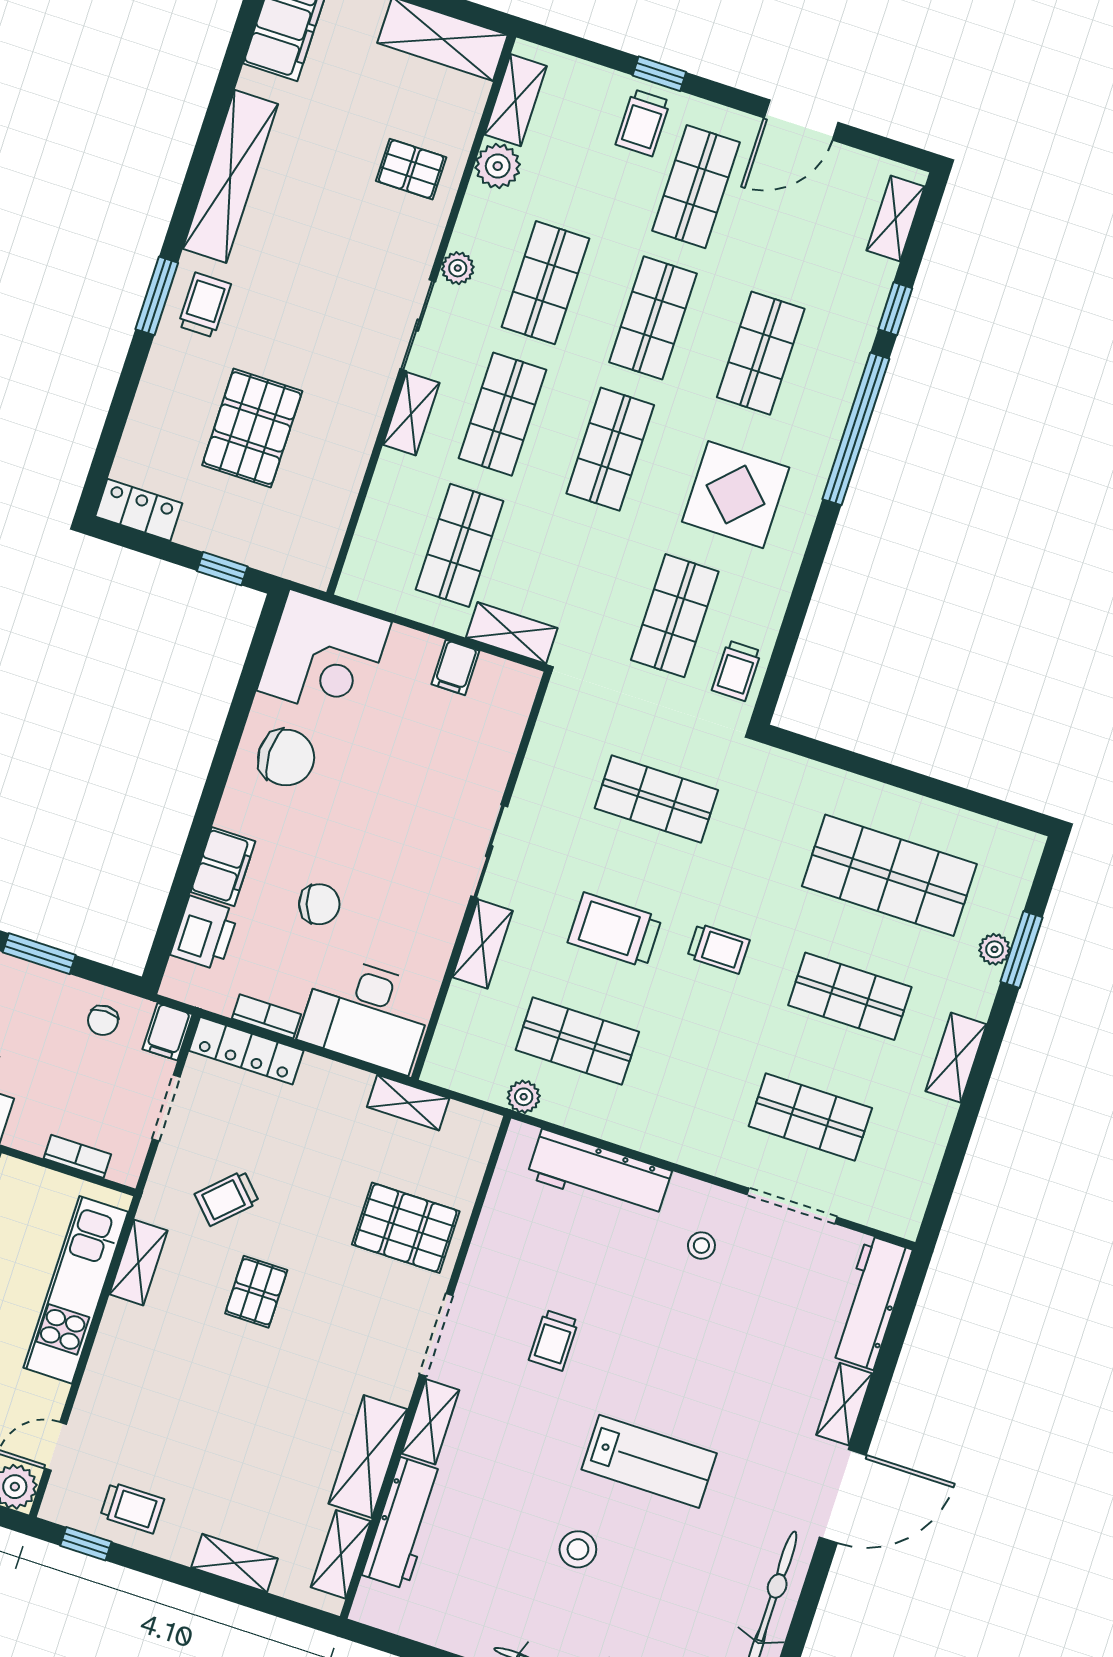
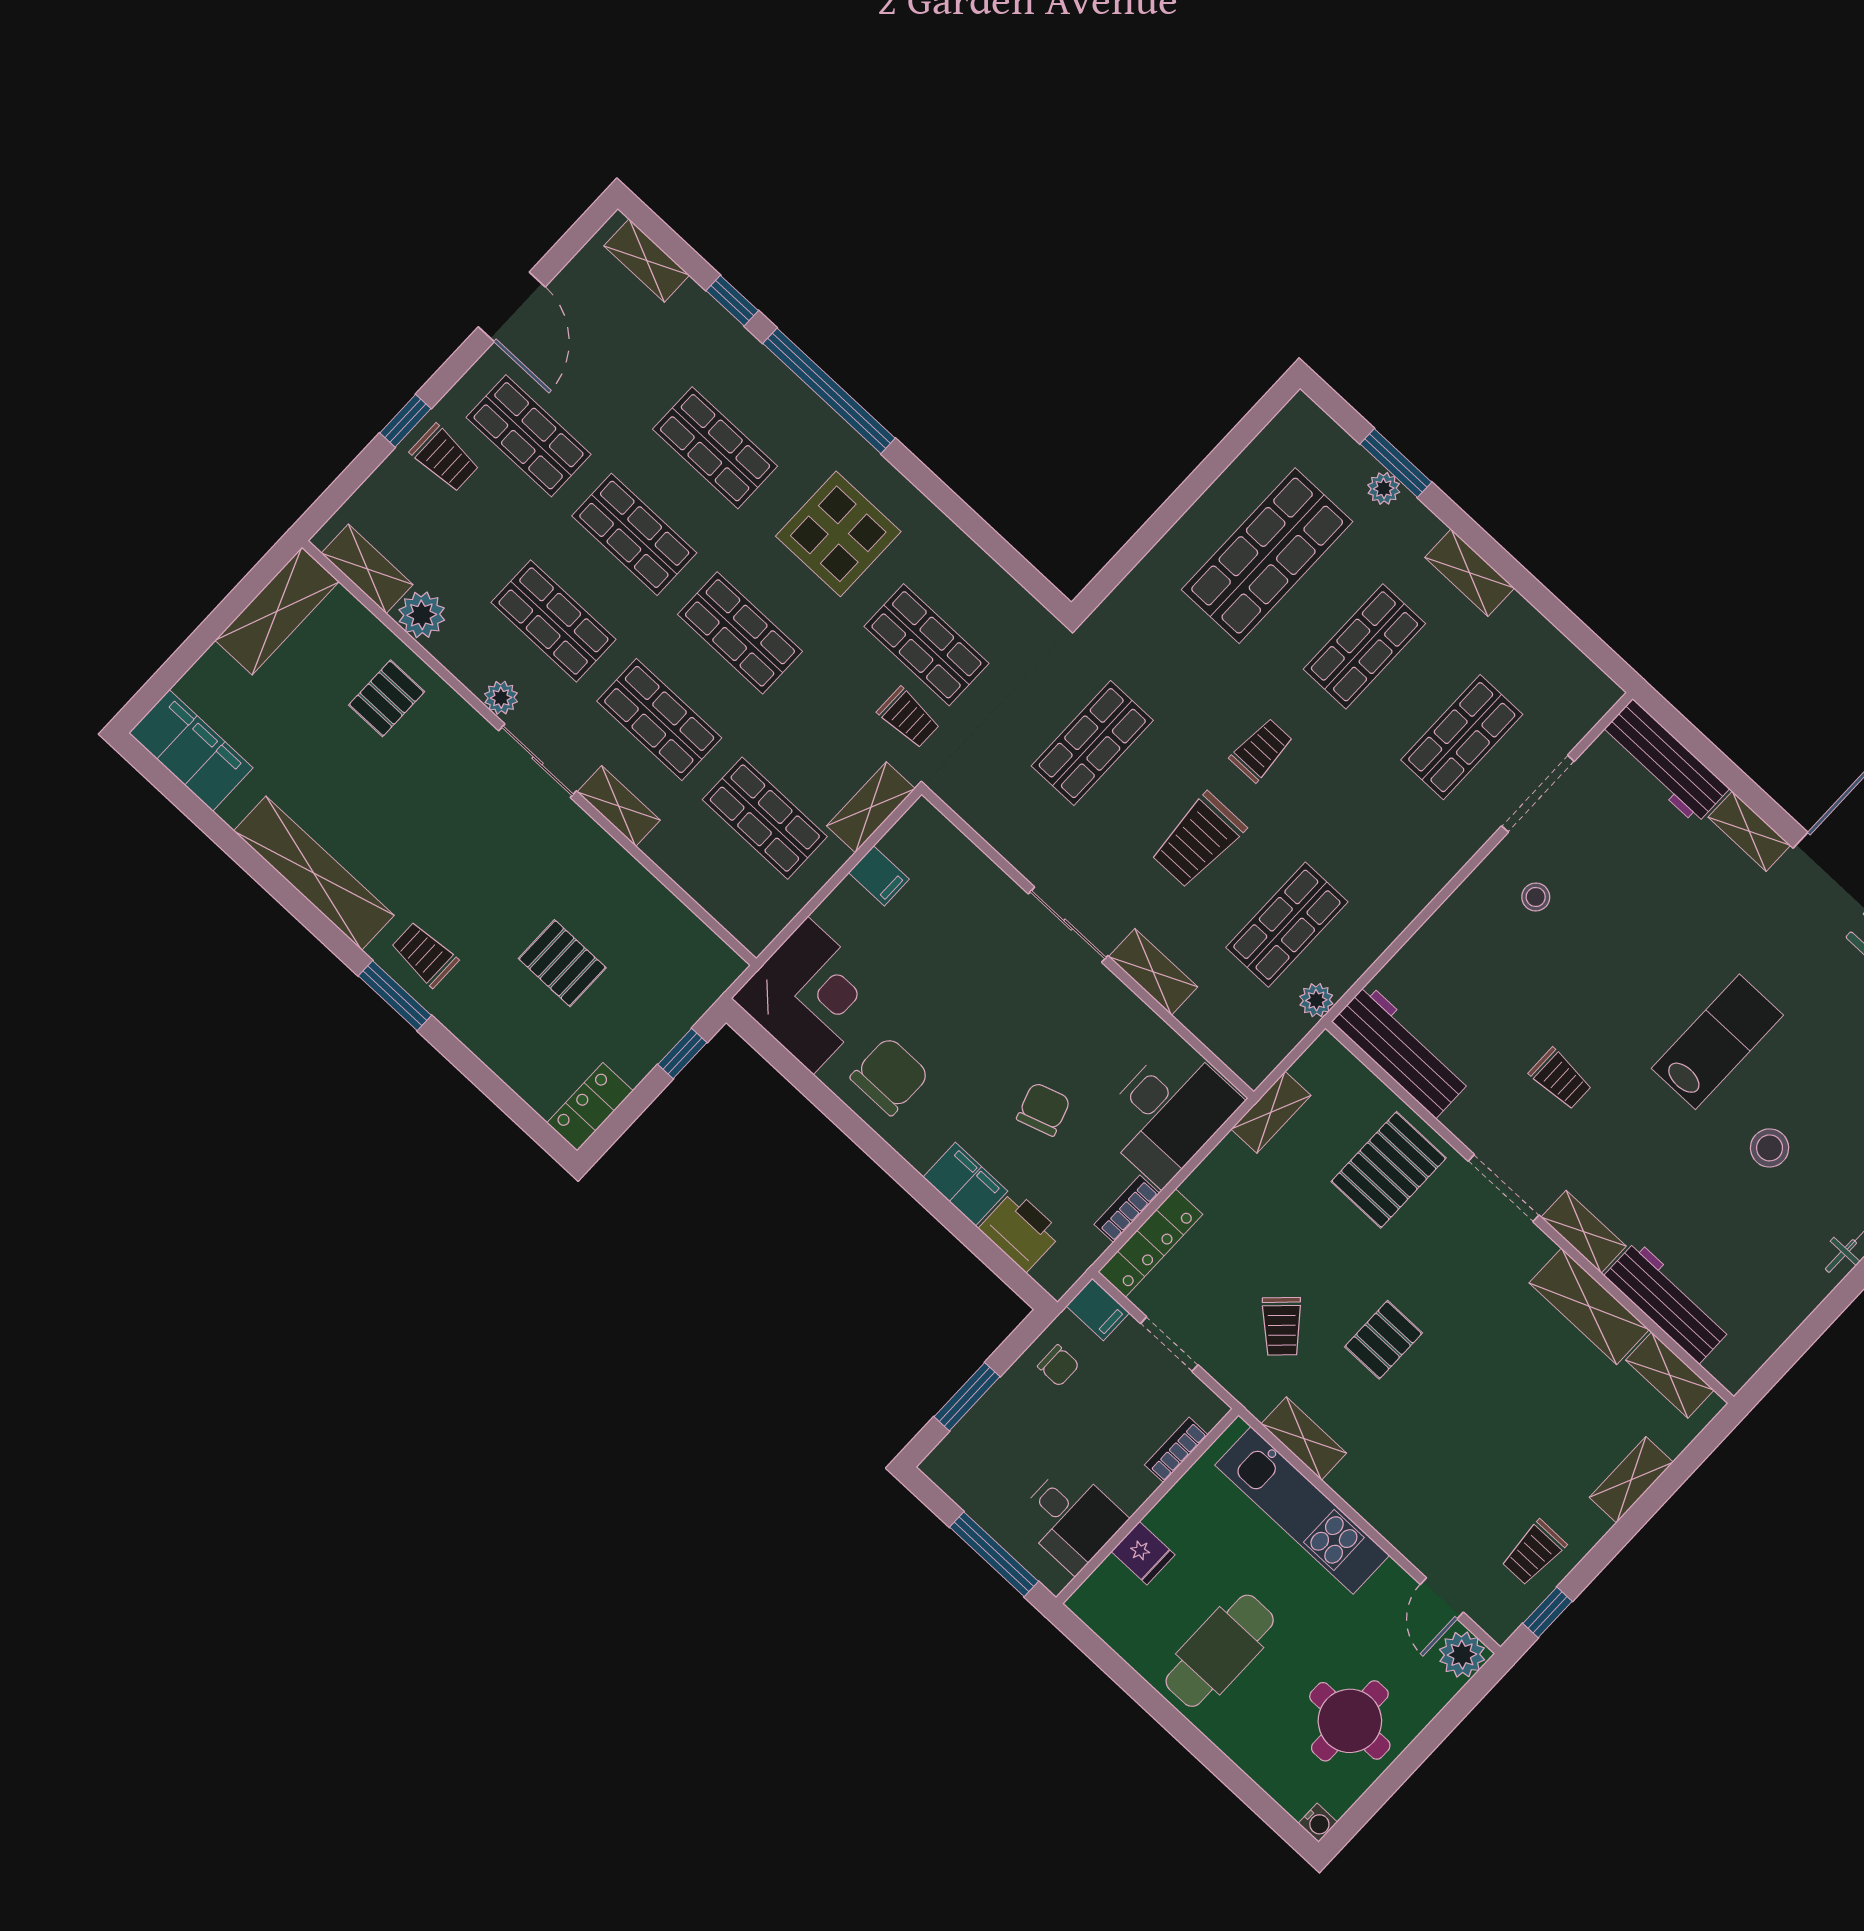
pallet: (252, 428) -> (562, 963), width x0.67, depth x0.71
trolley: (737, 671) -> (909, 718), moved
workbench: (599, 1174) -> (1402, 1051), moved, turned -90
pallet: (256, 1292) -> (1383, 1340), turned 90
trolley: (132, 1508) -> (1534, 1553), turned 180

